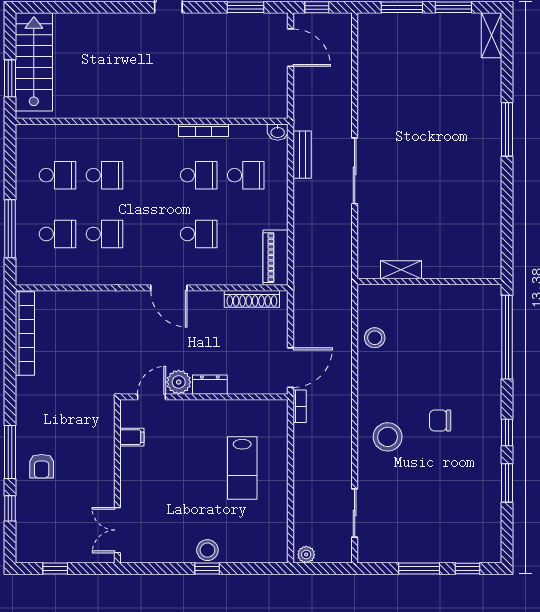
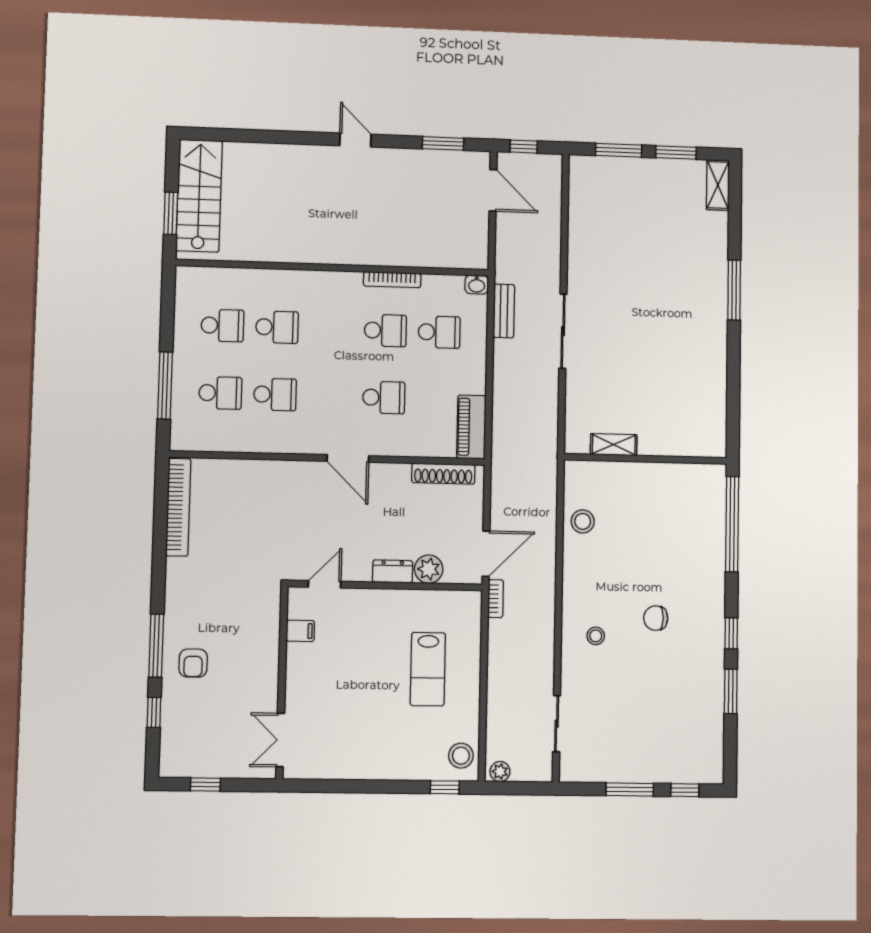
plant: (179, 382) -> (429, 569), moved
stool: (388, 437) -> (596, 636), width x0.53, depth x0.53
stool: (207, 550) -> (461, 756), moved
window: (207, 568) -> (445, 787), moved

